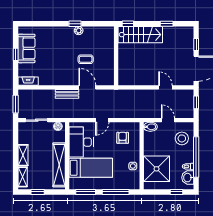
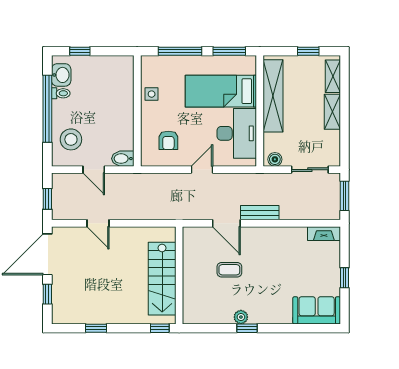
stairs: (140, 35) -> (162, 279), moved, turned -90
sofa: (27, 48) -> (317, 310), moved, turned 90
shower: (157, 169) -> (113, 89), removed

